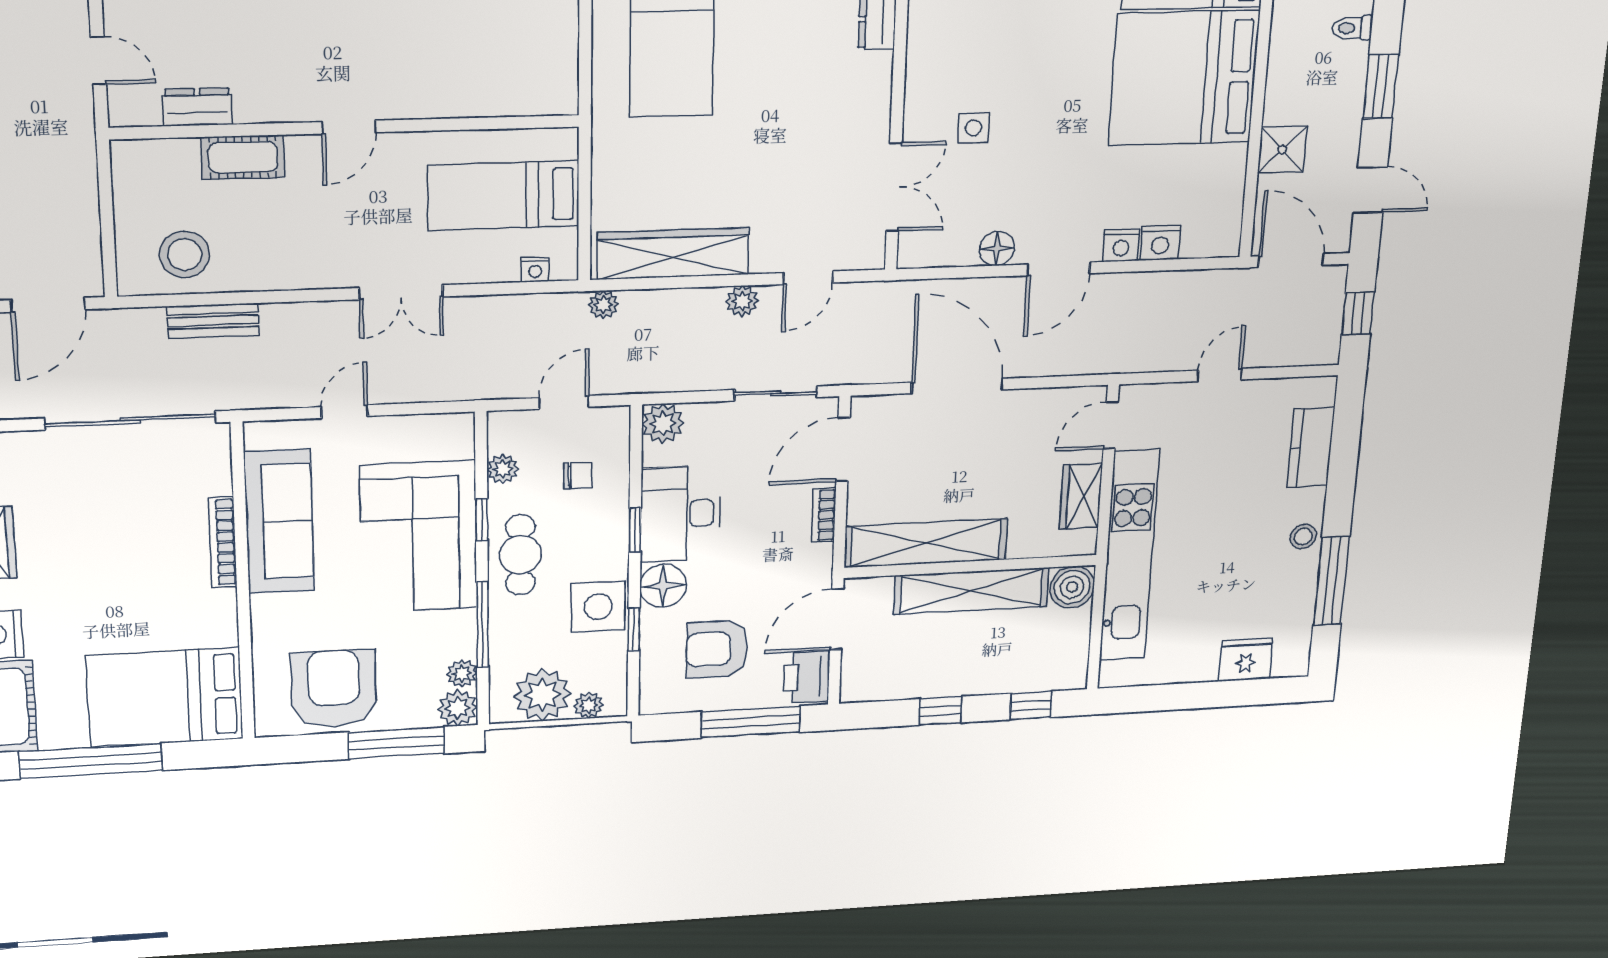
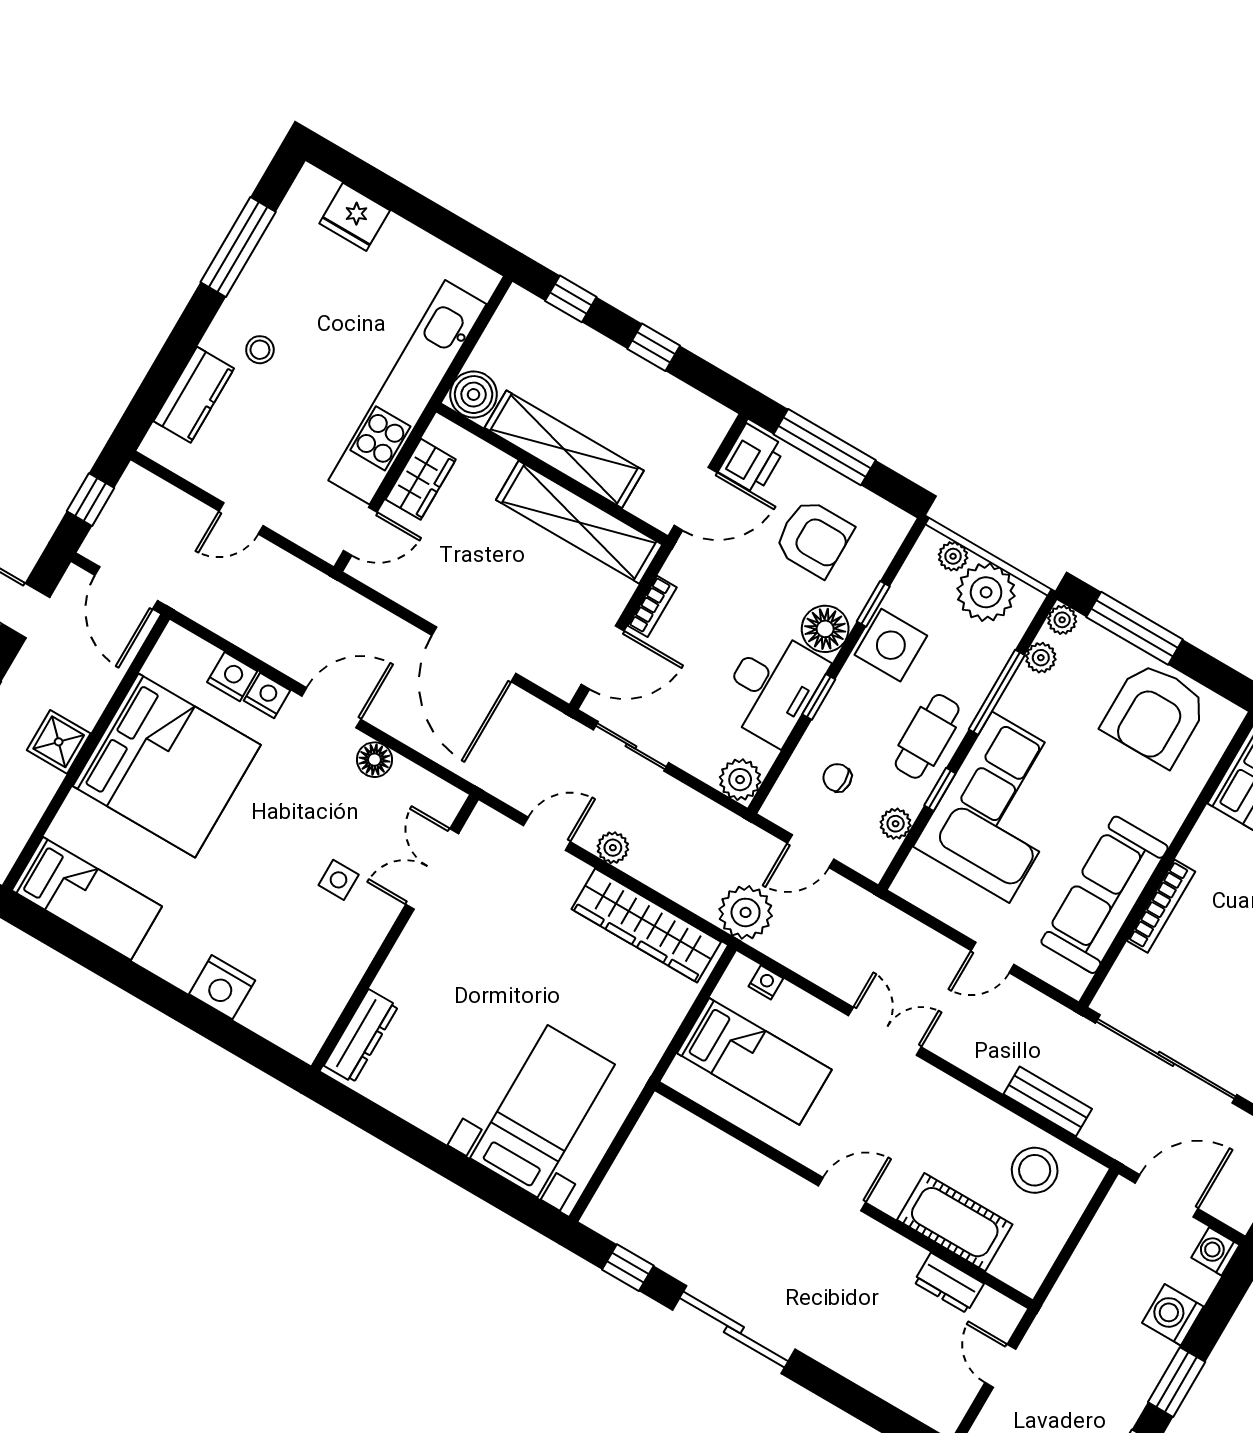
bed: (1184, 78) -> (167, 765), moved
shower: (1282, 150) -> (59, 742), moved
cot: (243, 157) -> (955, 1222), width x1.37, depth x1.34
plant: (603, 305) -> (746, 912), width x1.88, depth x1.88
stool: (1303, 537) -> (260, 350), moved
plant: (458, 708) -> (1062, 620), width x0.73, depth x0.73

